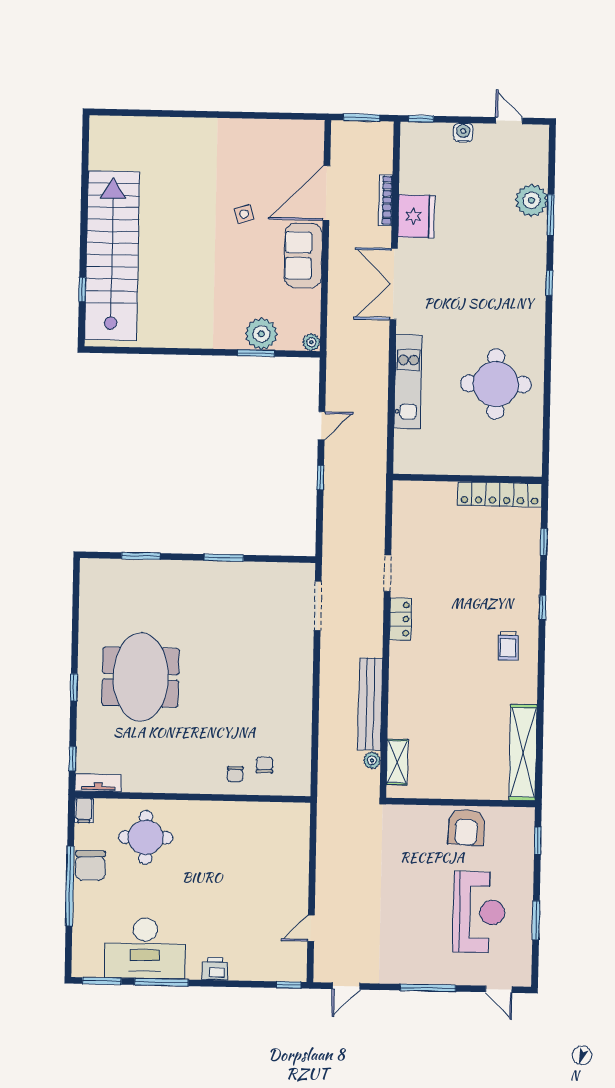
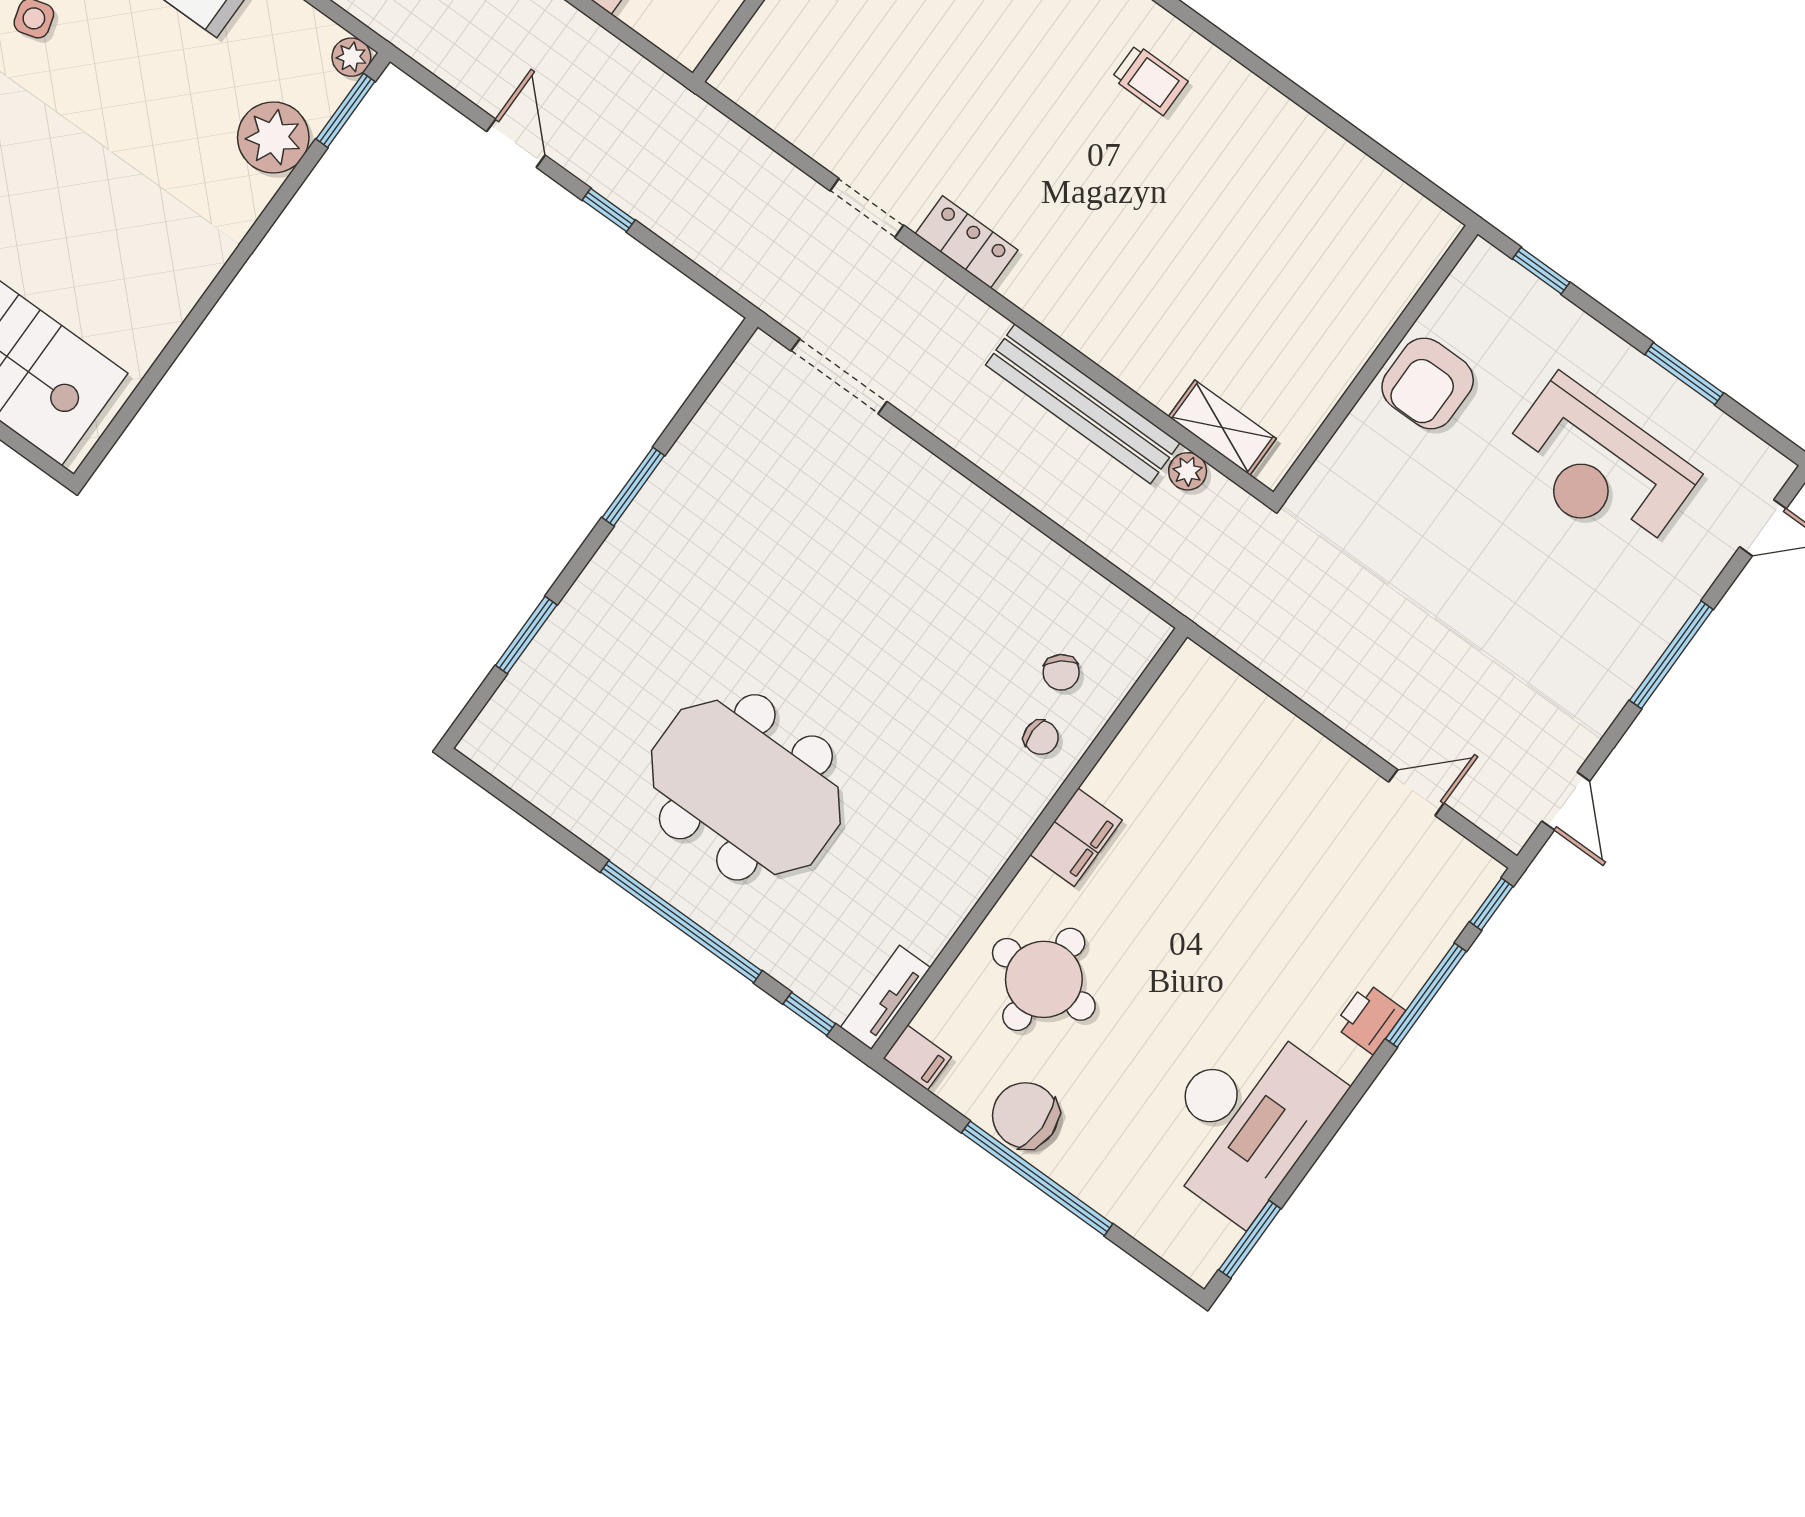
window: (256, 353) -> (346, 110), moved
window: (74, 687) -> (681, 922), width x3.17
shelving: (523, 752) -> (1363, 187), removed
chair: (265, 765) -> (1061, 672), turned -129
filing cabinet: (207, 813) -> (1076, 837), added
armchair: (466, 827) -> (1428, 383), turned 88
chair: (90, 865) -> (1025, 1115), turned 180
reception desk: (479, 912) -> (1598, 467), turned 180
door: (311, 928) -> (1416, 793), swing flipped
window: (161, 982) -> (1426, 995), moved

